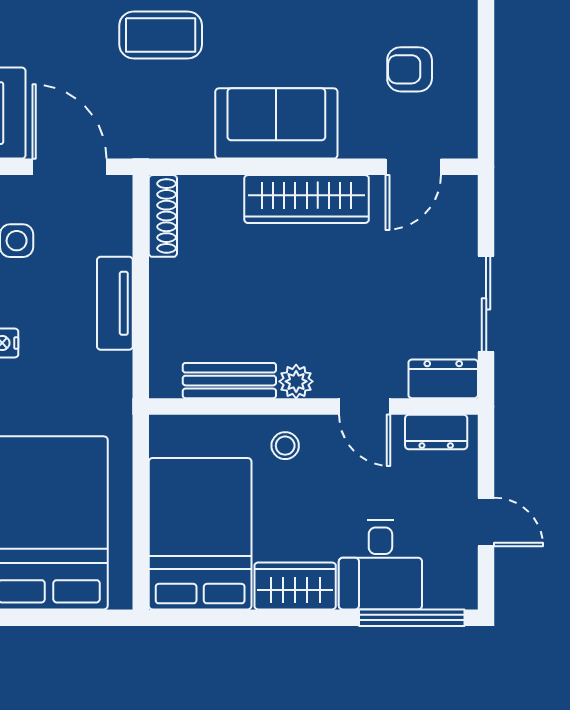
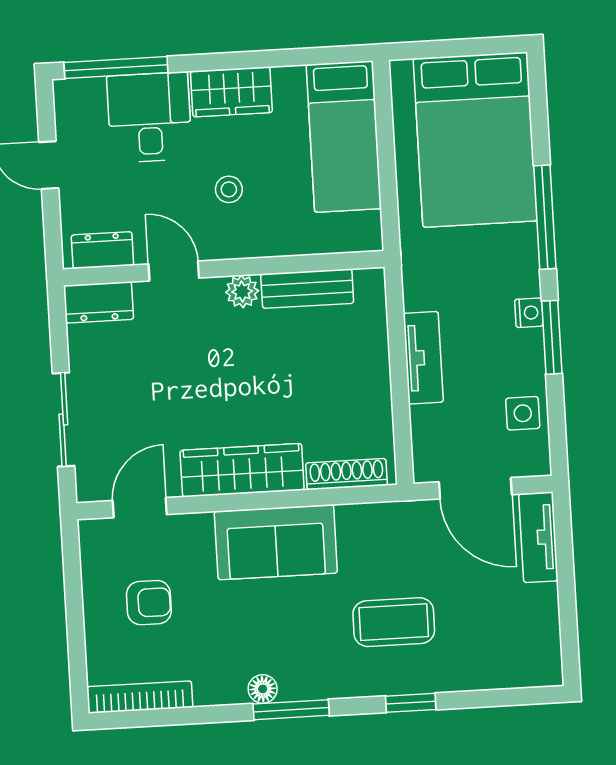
shoe rack: (163, 216) -> (347, 474), moved, turned 90
sliding door: (486, 304) -> (63, 420), moved
stool: (285, 446) -> (229, 189), moved
bed: (200, 534) -> (344, 137), width x0.67

